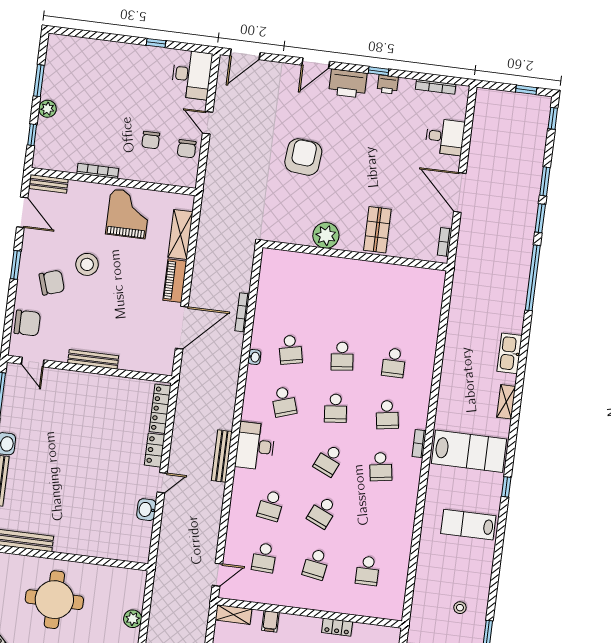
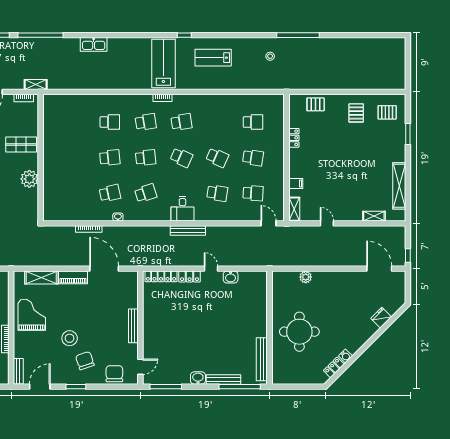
grand piano: (128, 214) -> (32, 315), turned 90
shelving: (506, 402) -> (36, 84), moved
desk: (255, 446) -> (182, 209), width x0.73
lab bench: (468, 525) -> (213, 58), turned 90

